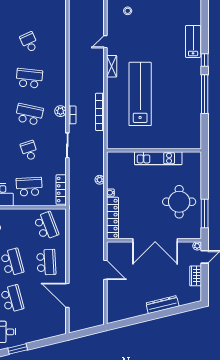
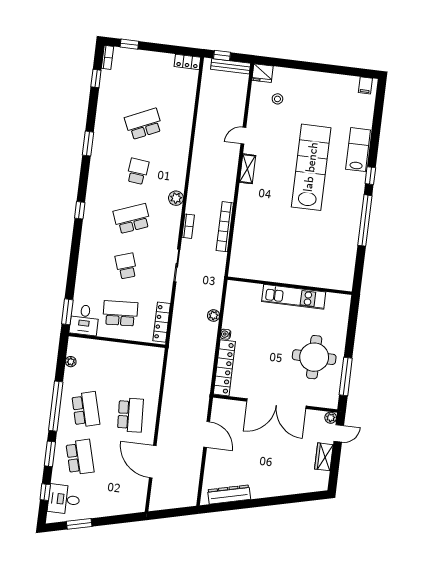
school desk: (29, 42) -> (144, 124), width x1.85
school desk: (29, 78) -> (138, 171), width x0.54
lab bench: (140, 94) -> (311, 167), moved
plant: (60, 111) -> (176, 198), moved
school desk: (29, 114) -> (132, 219), turned -33
school desk: (46, 226) -> (136, 367), removed
dresser: (162, 305) -> (229, 494), moved

